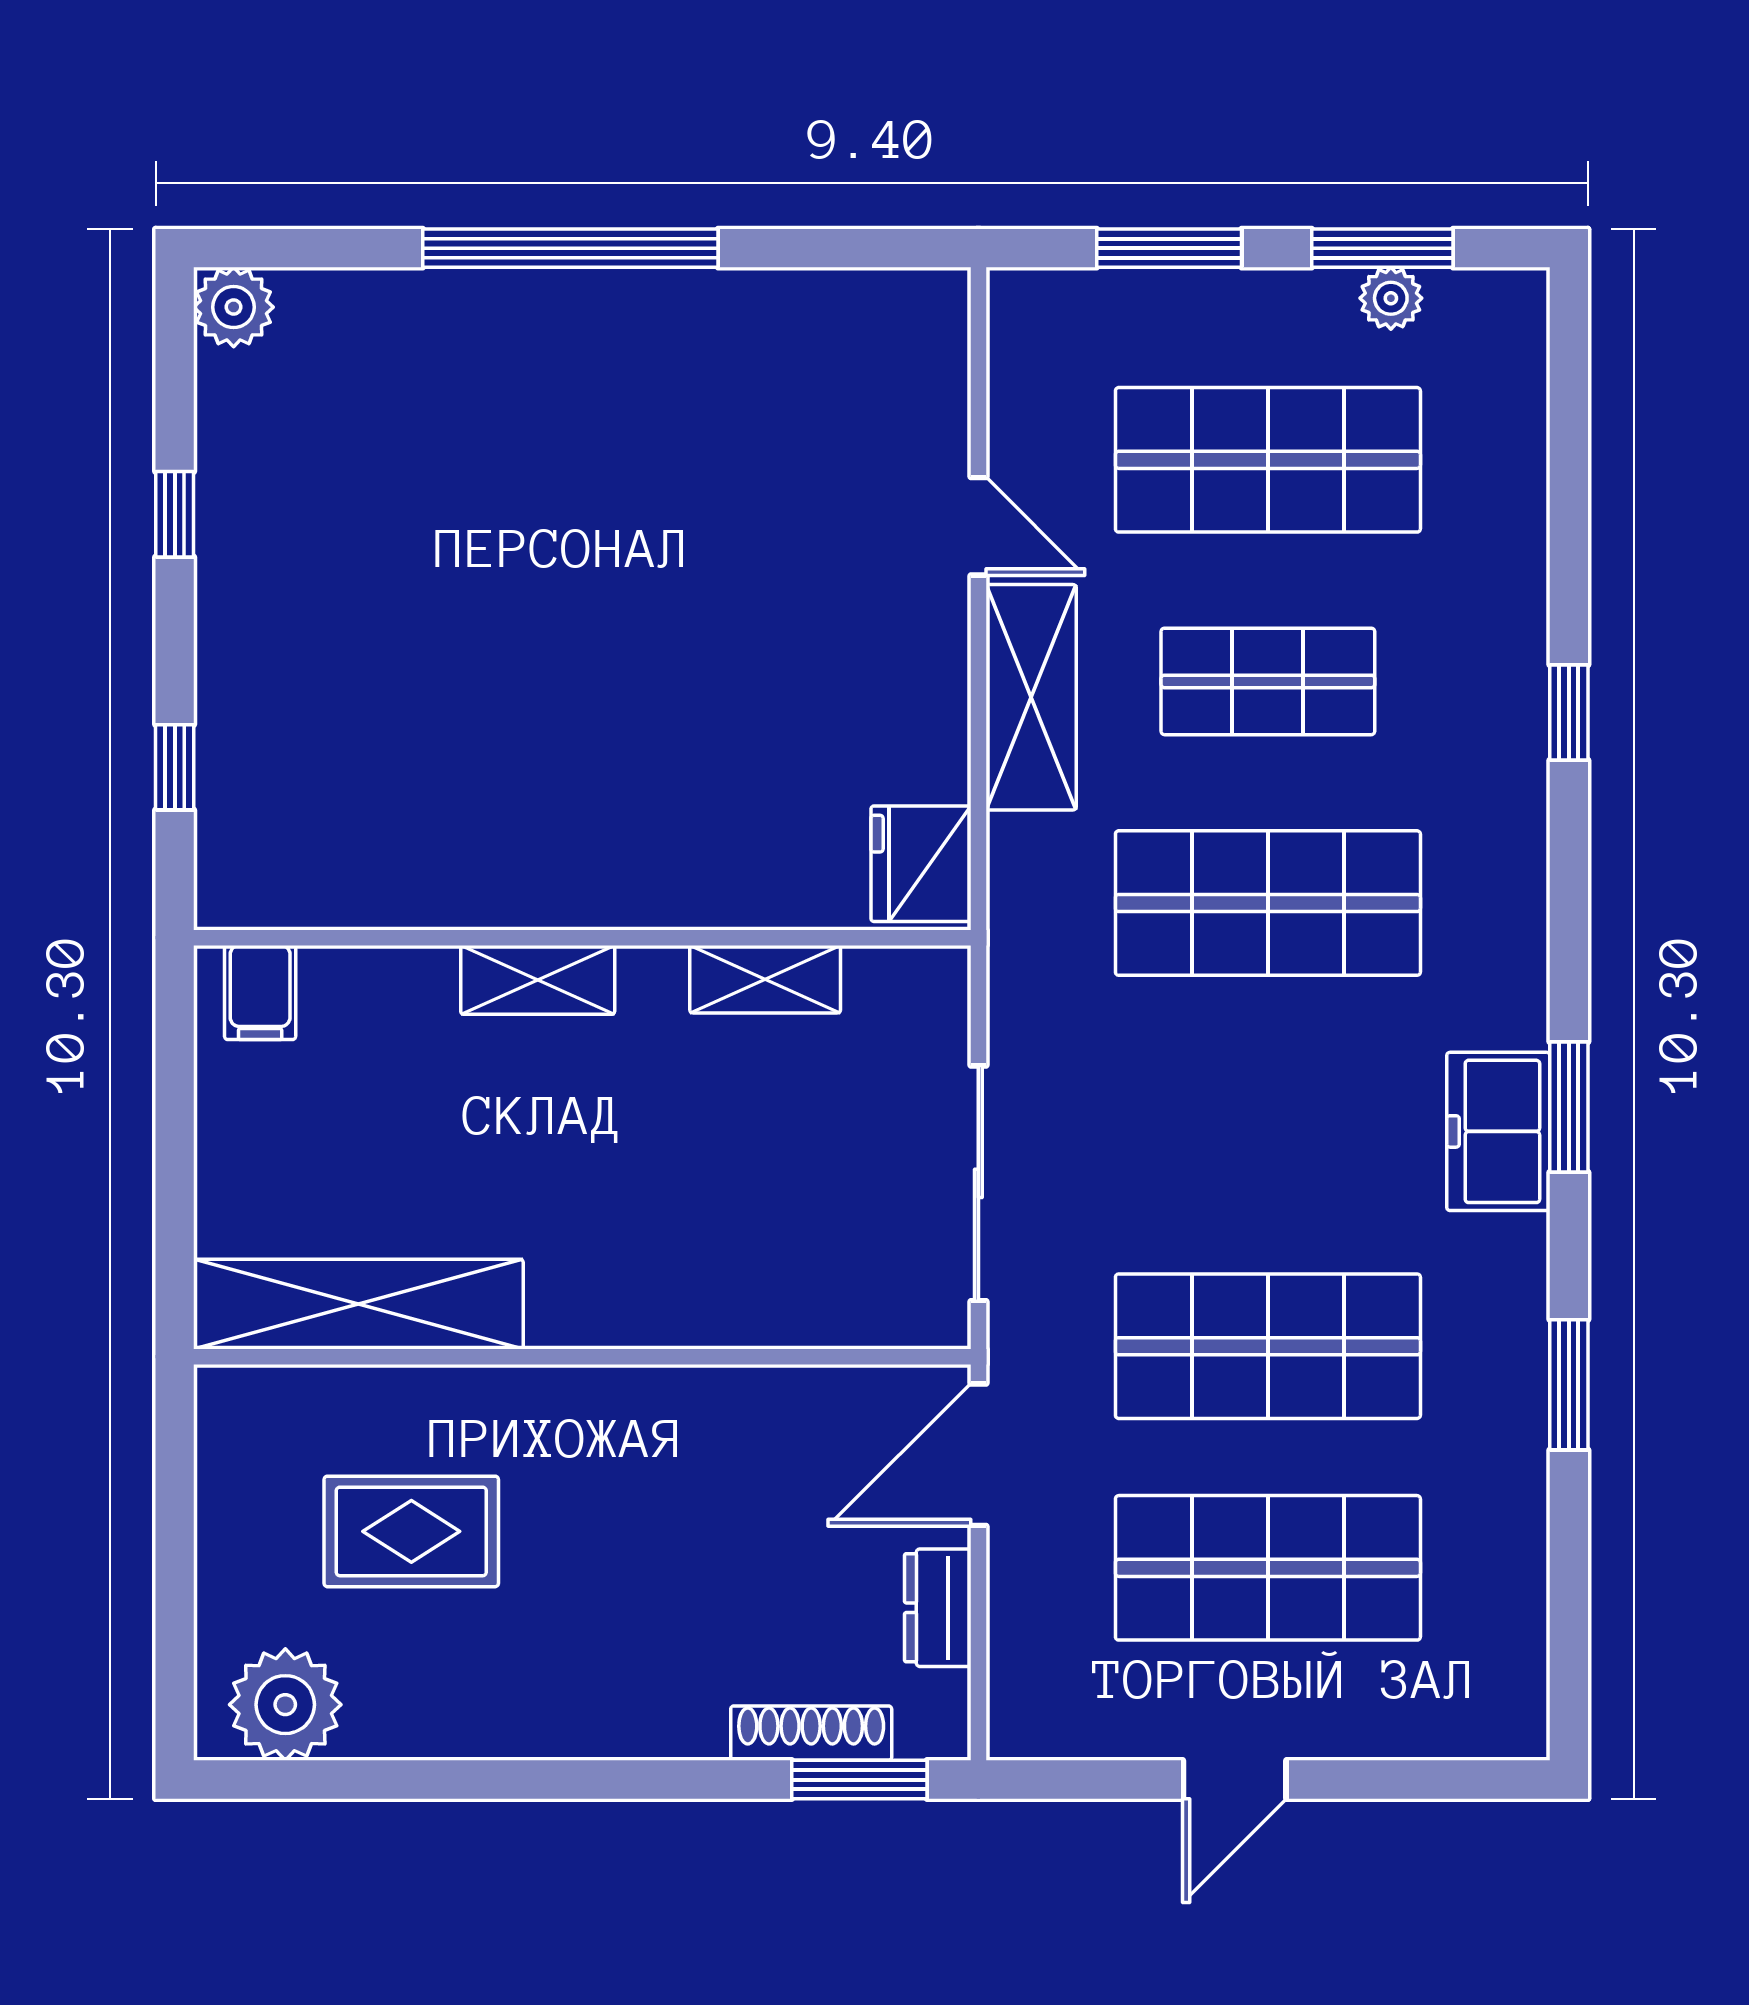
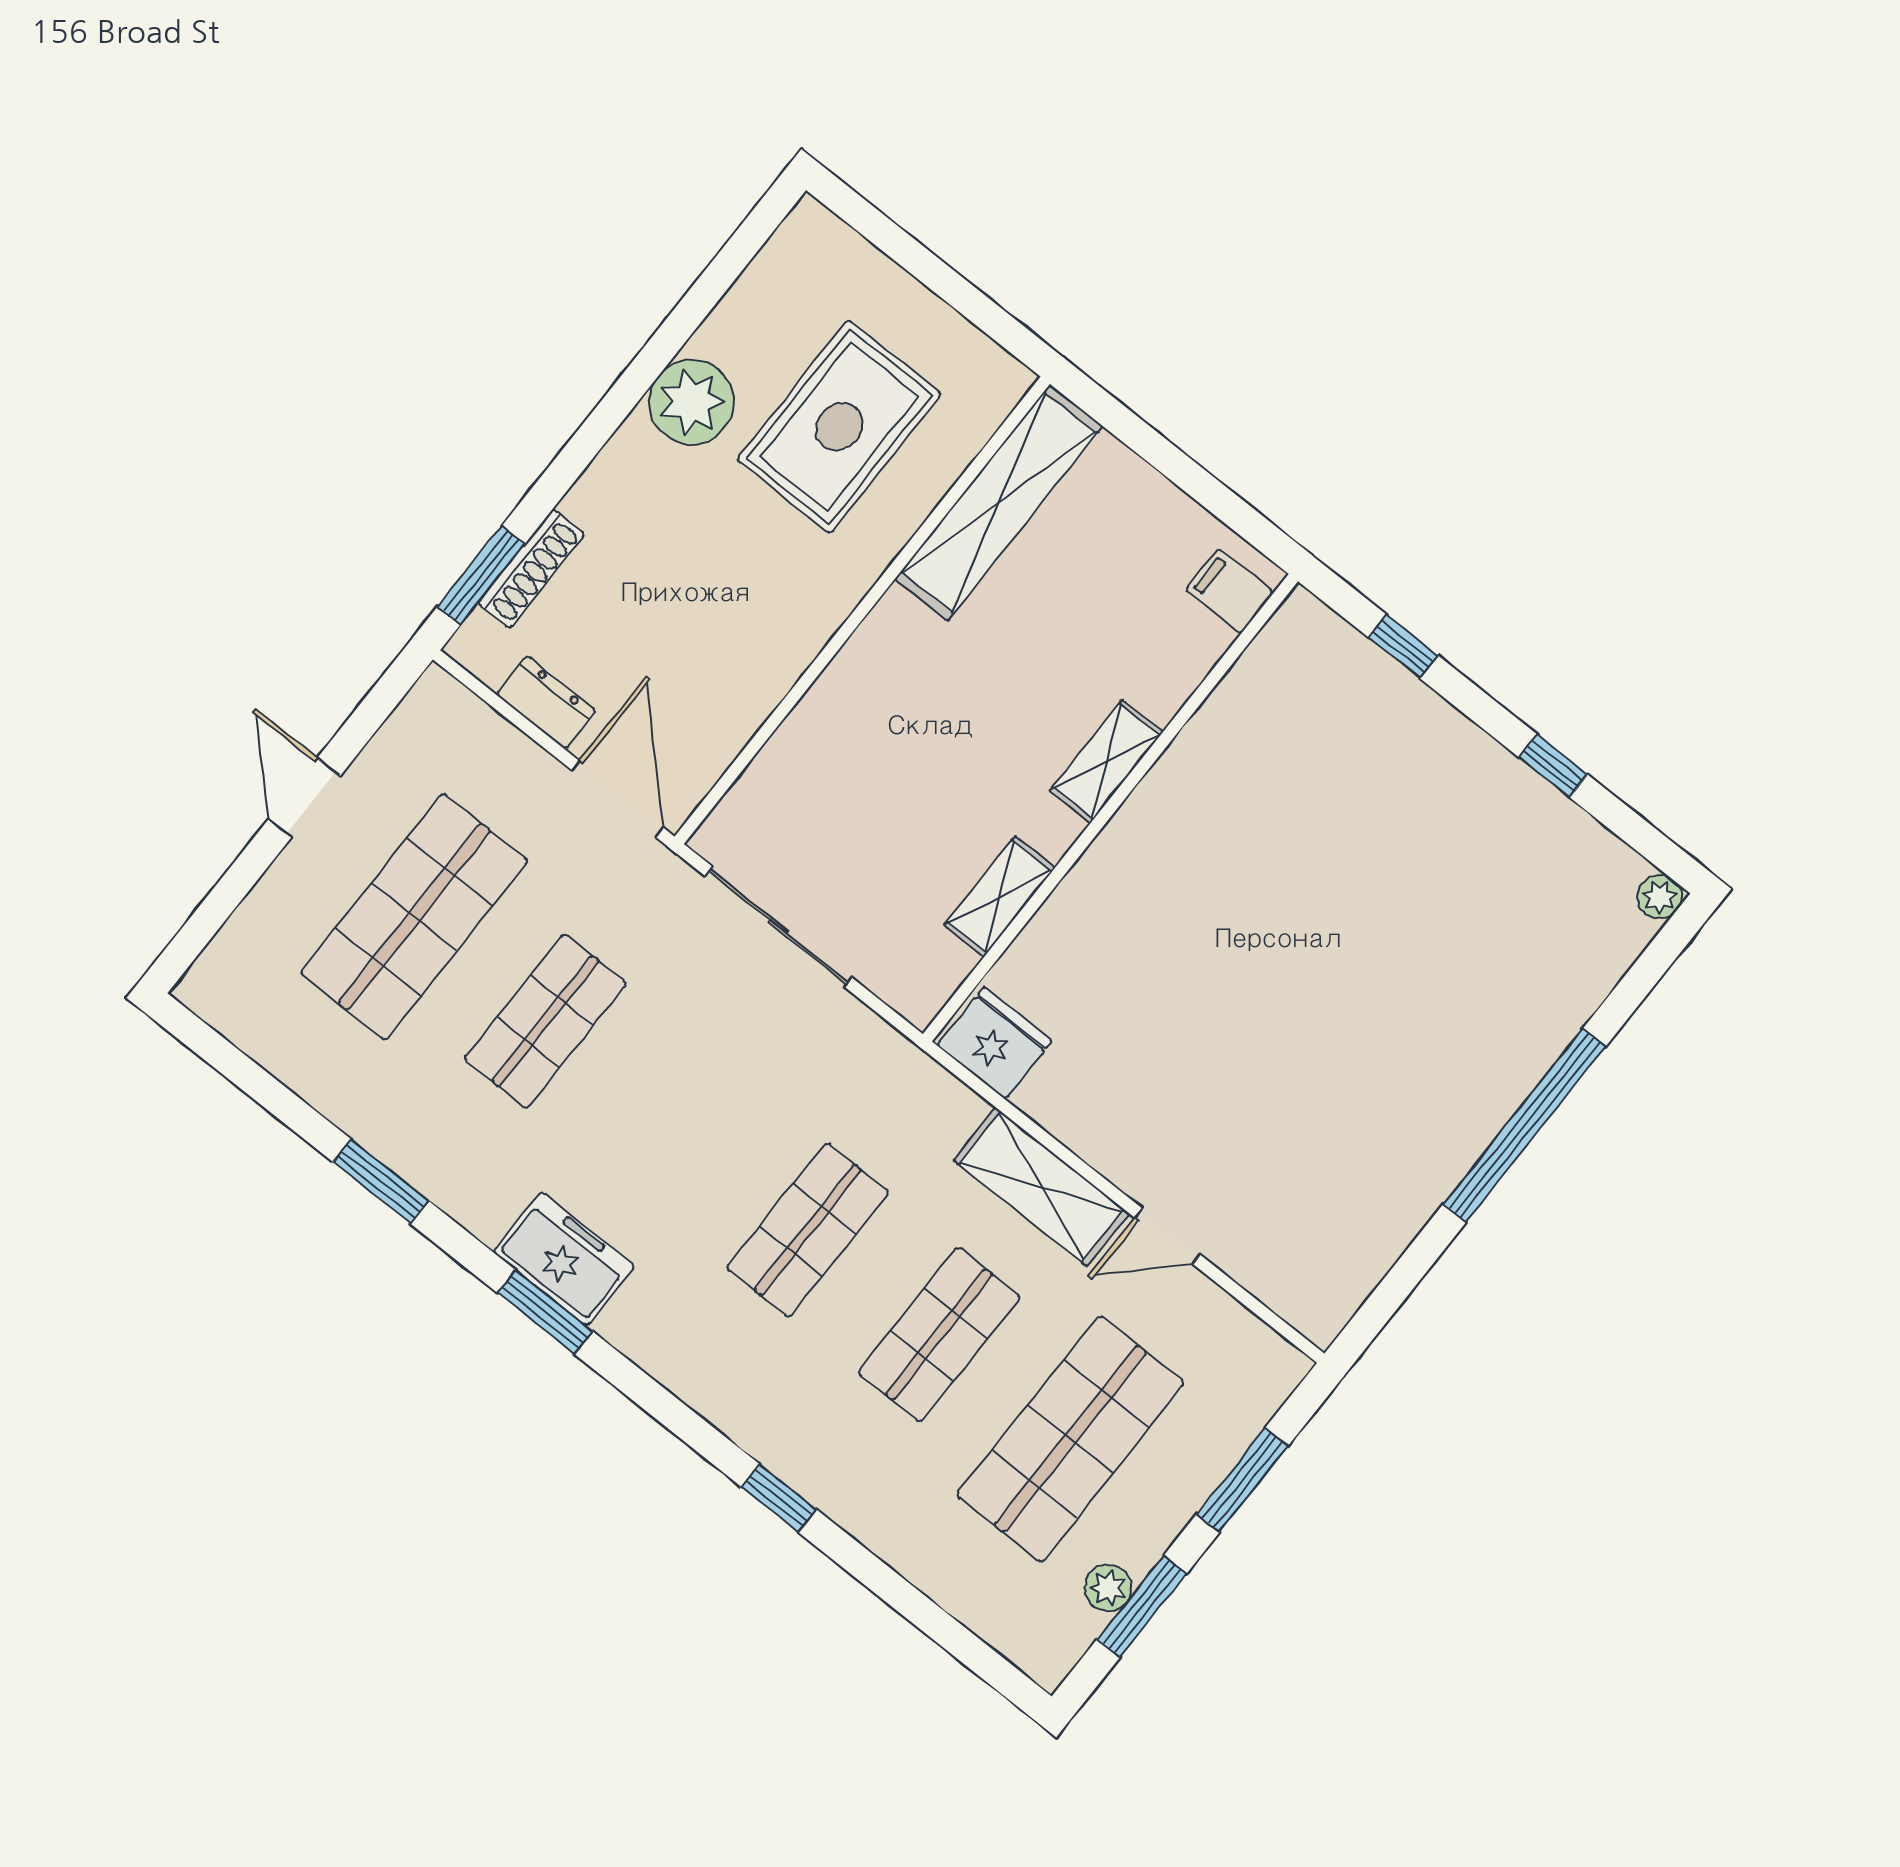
plant: (234, 307) -> (1660, 897), width x0.73, depth x0.73
shop shelf: (1268, 903) -> (808, 1230), width x0.70, depth x0.74
shop shelf: (1268, 1346) -> (545, 1021), width x0.70, depth x0.74
rug: (411, 1531) -> (839, 427), width x1.36, depth x1.43
plant: (285, 1705) -> (691, 402), moved

